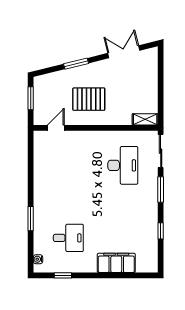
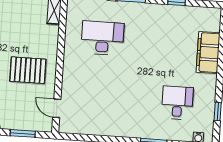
pallet: (89, 99) -> (28, 70), turned 90

